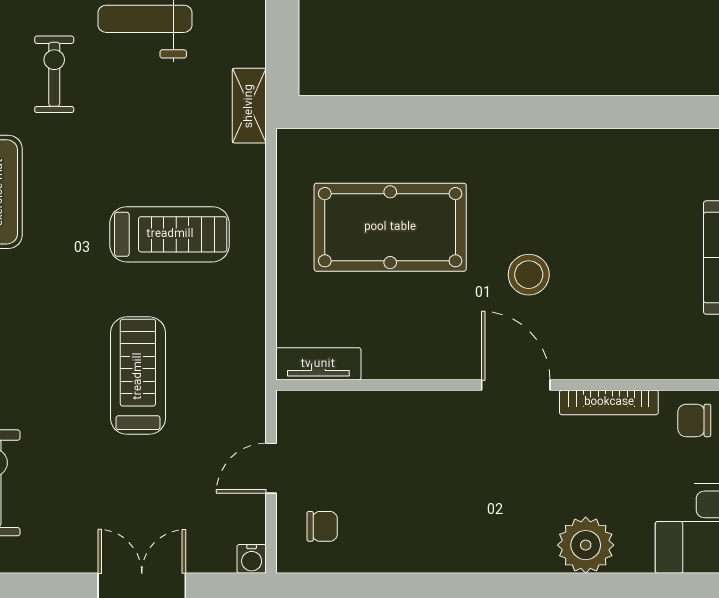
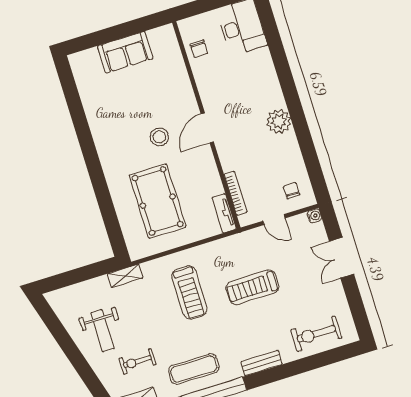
treadmill: (170, 234) -> (189, 292), turned 180
bookcase: (609, 402) -> (236, 193), moved
plant: (586, 545) -> (279, 121), moved

